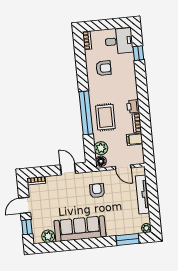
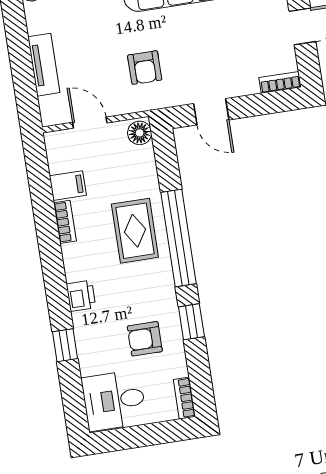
window: (138, 53) -> (65, 345), moved
window: (82, 75) -> (191, 322), added
printer: (133, 106) -> (81, 296), moved
plant: (101, 148) -> (141, 162), removed
tv unit: (142, 194) -> (44, 65), width x0.71

